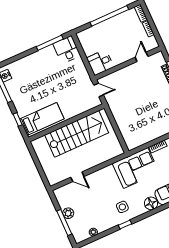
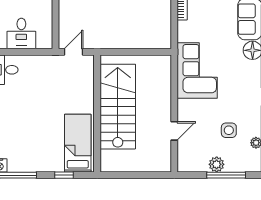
desk: (100, 62) -> (21, 34), moved
corner sofa: (136, 168) -> (197, 71), moved
side table: (122, 207) -> (229, 130), moved

